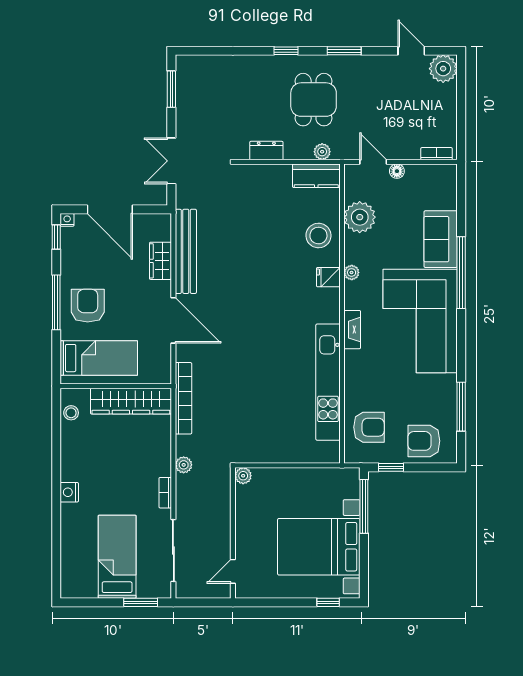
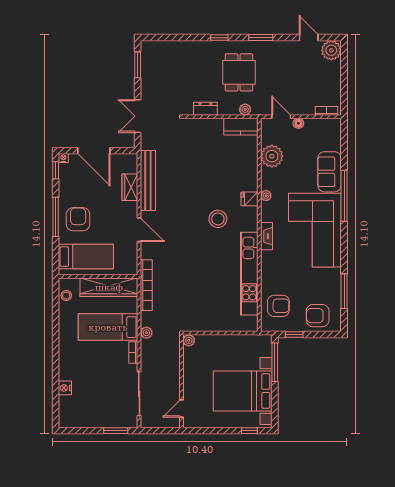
stool: (318, 236) -> (218, 219), moved
door: (173, 320) -> (139, 230), width x0.73
nightstand: (69, 492) -> (65, 388), moved
bed: (117, 557) -> (108, 327), moved, turned -90

